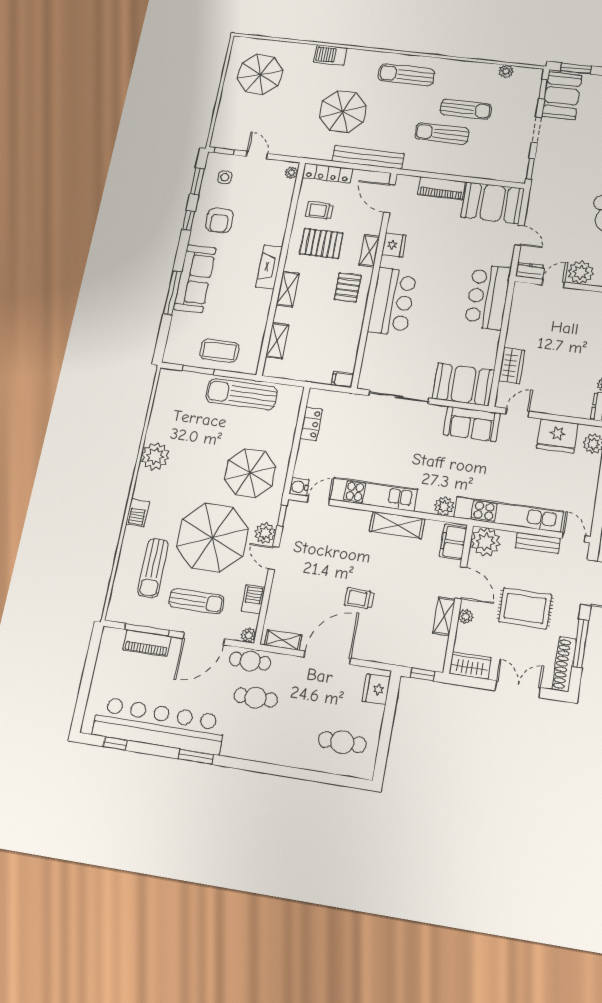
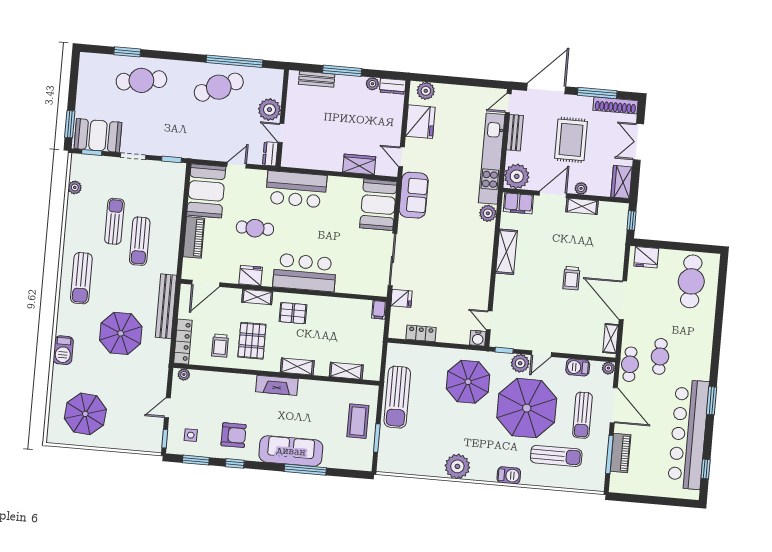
cafe table: (447, 252) -> (255, 228), added
fridge: (353, 404) -> (401, 298), added
kitchen unit: (374, 494) -> (481, 274), removed
sun lounger: (197, 601) -> (582, 415), turned 180
cafe table: (342, 742) -> (691, 281), width x1.37, depth x1.35

